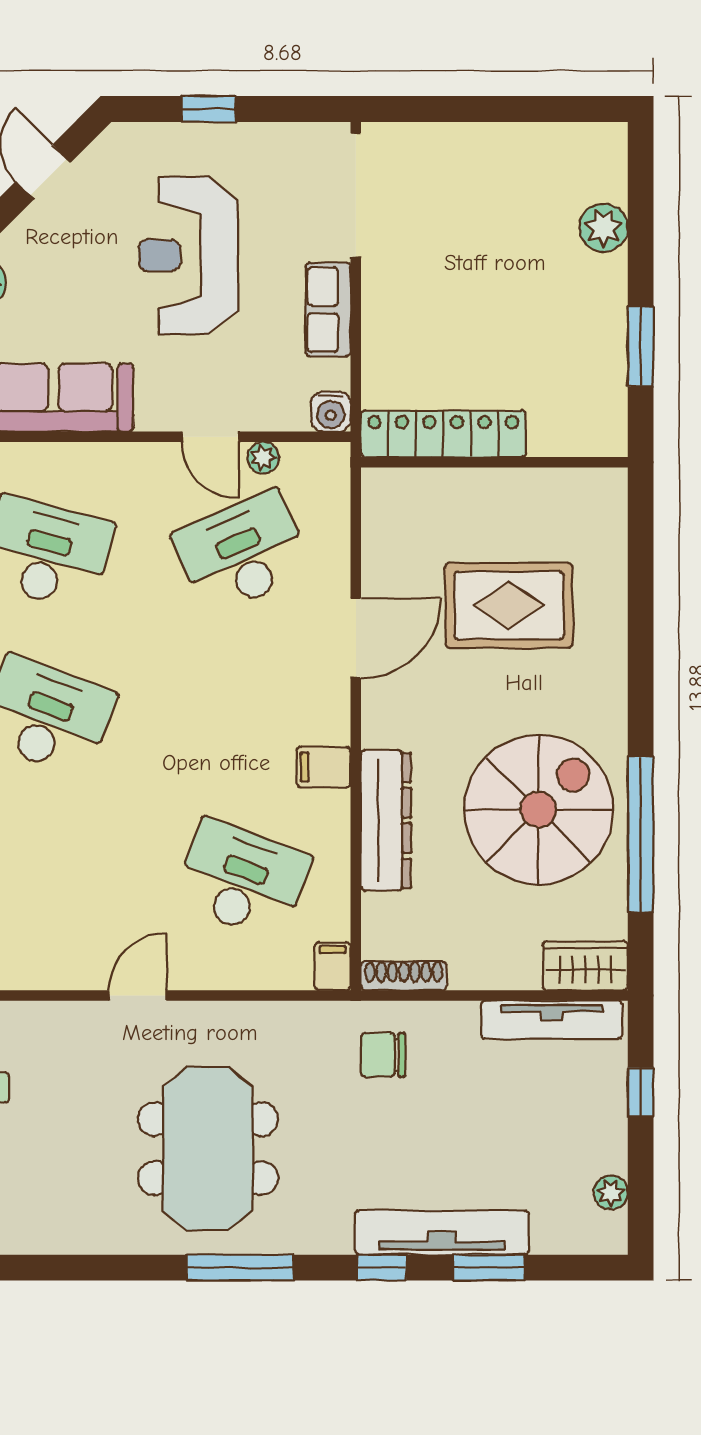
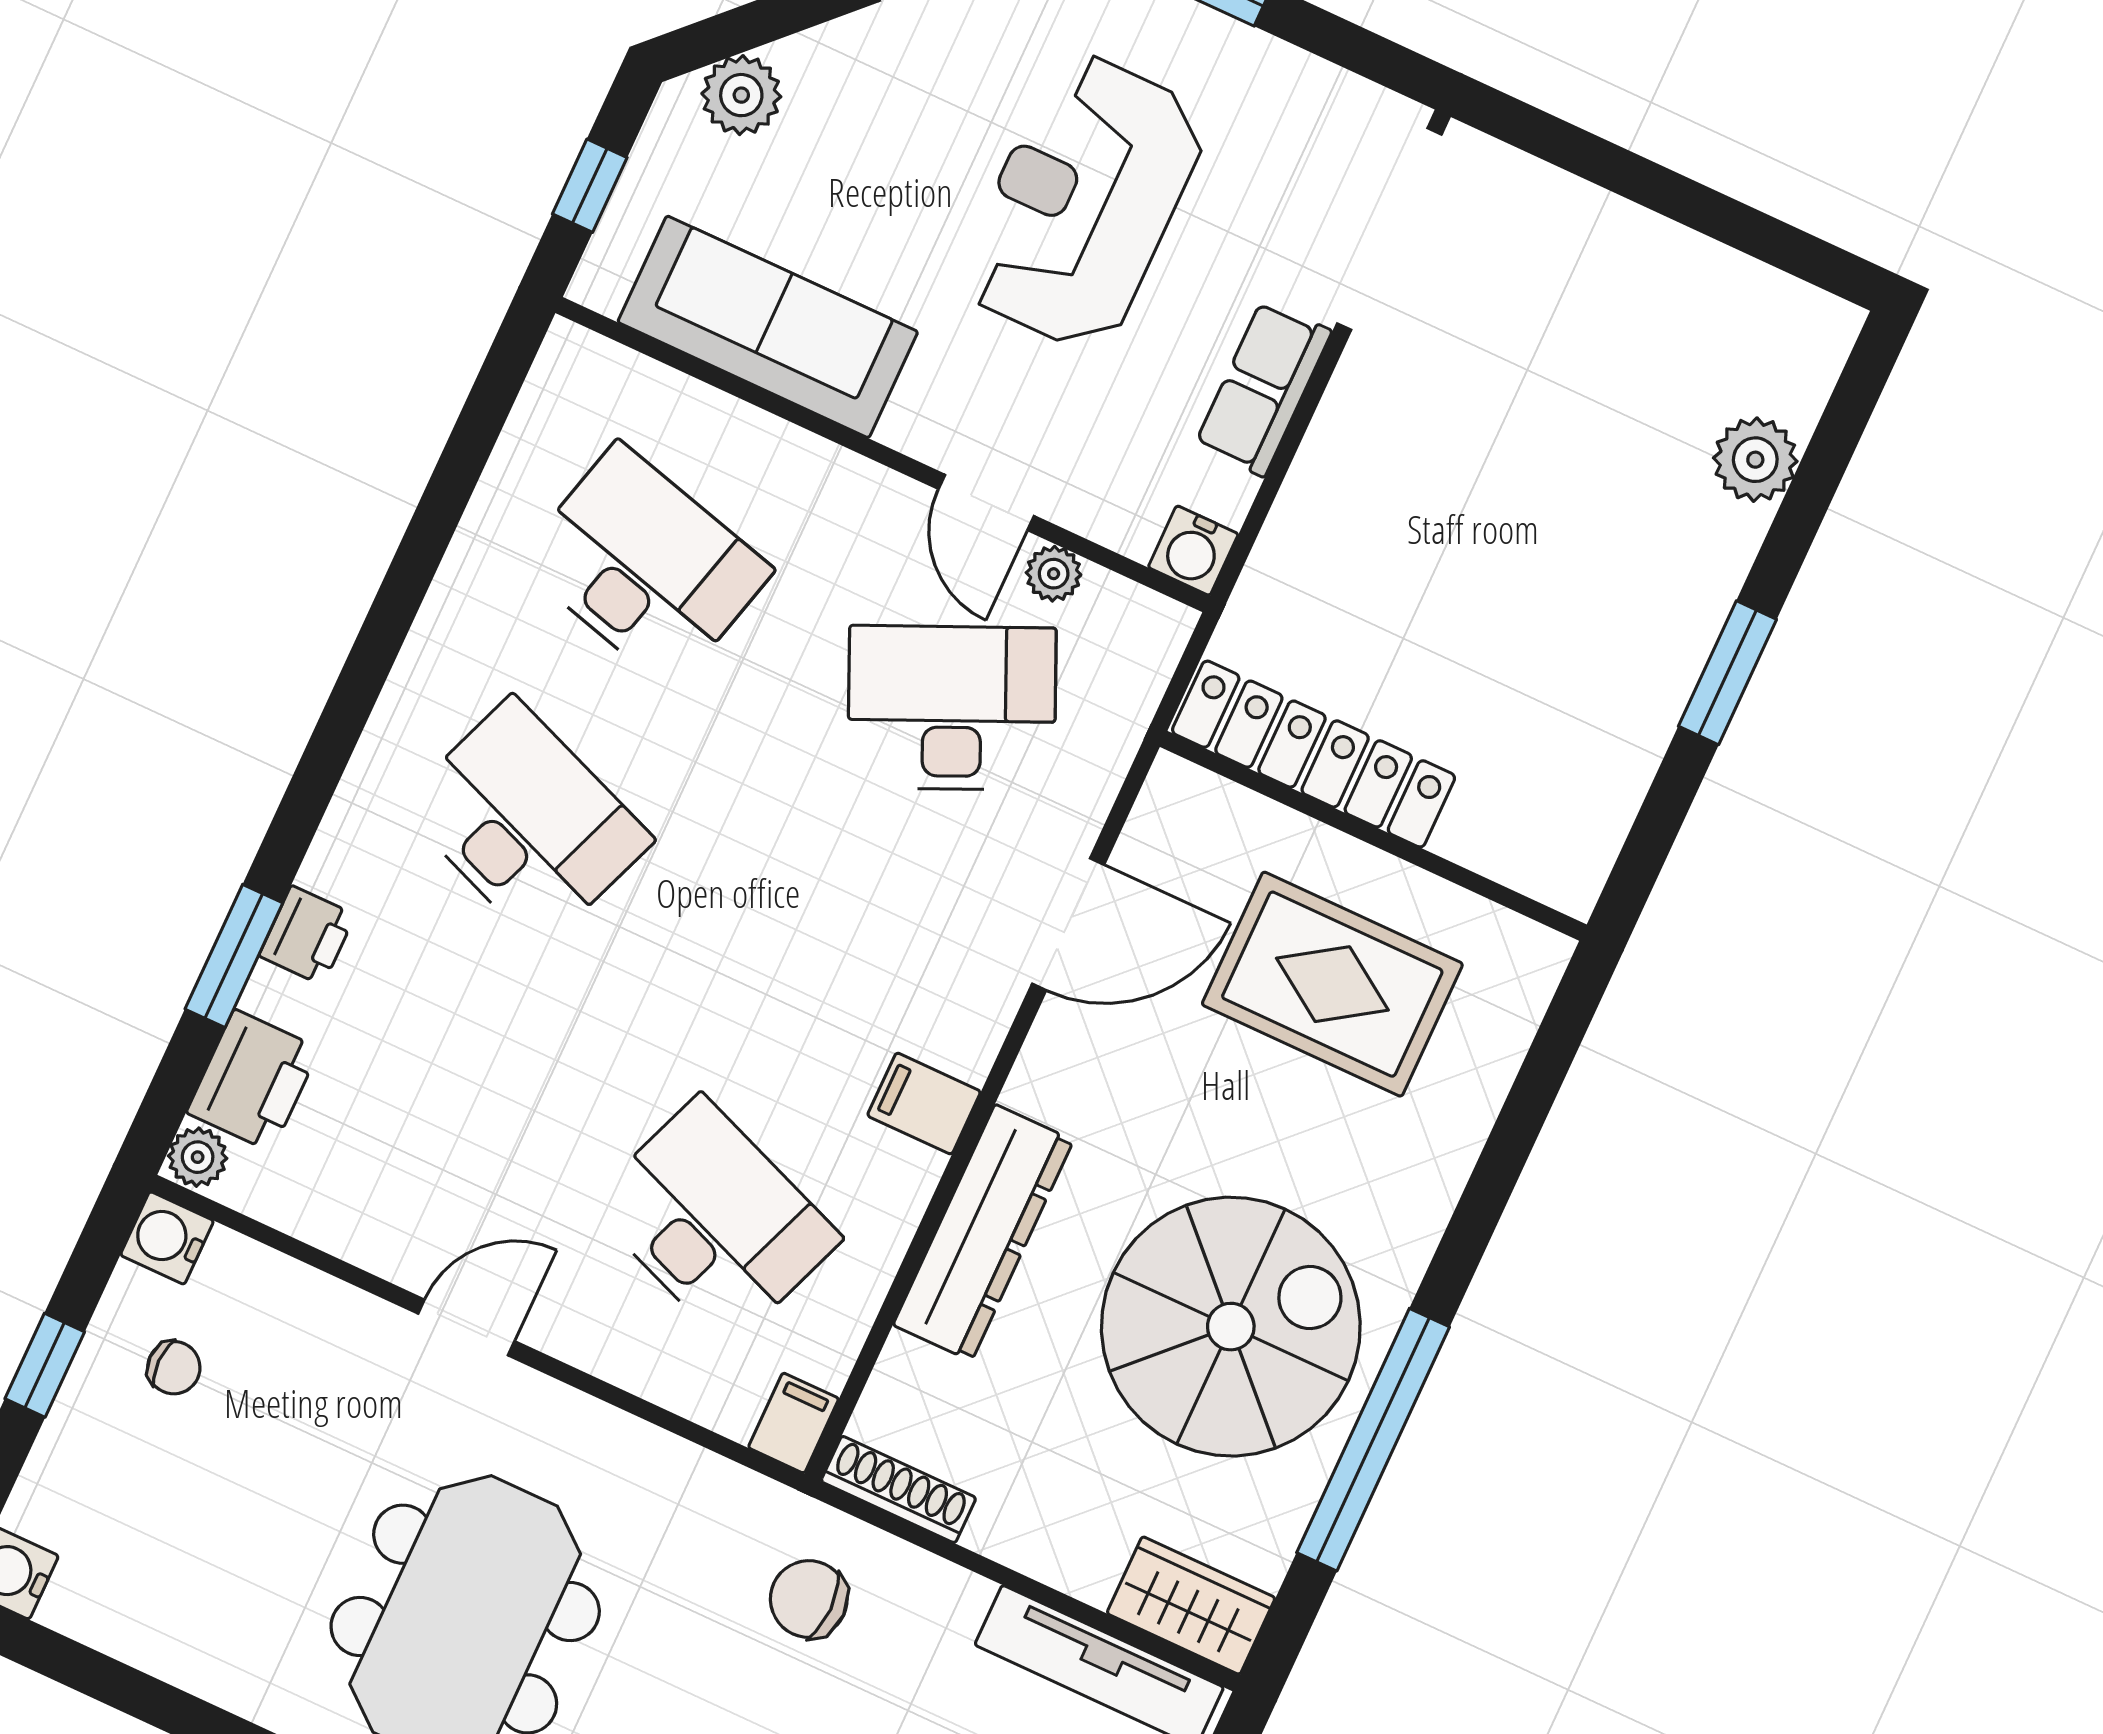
locker: (443, 434) -> (1314, 754), moved
wall: (494, 462) -> (1373, 836), moved

